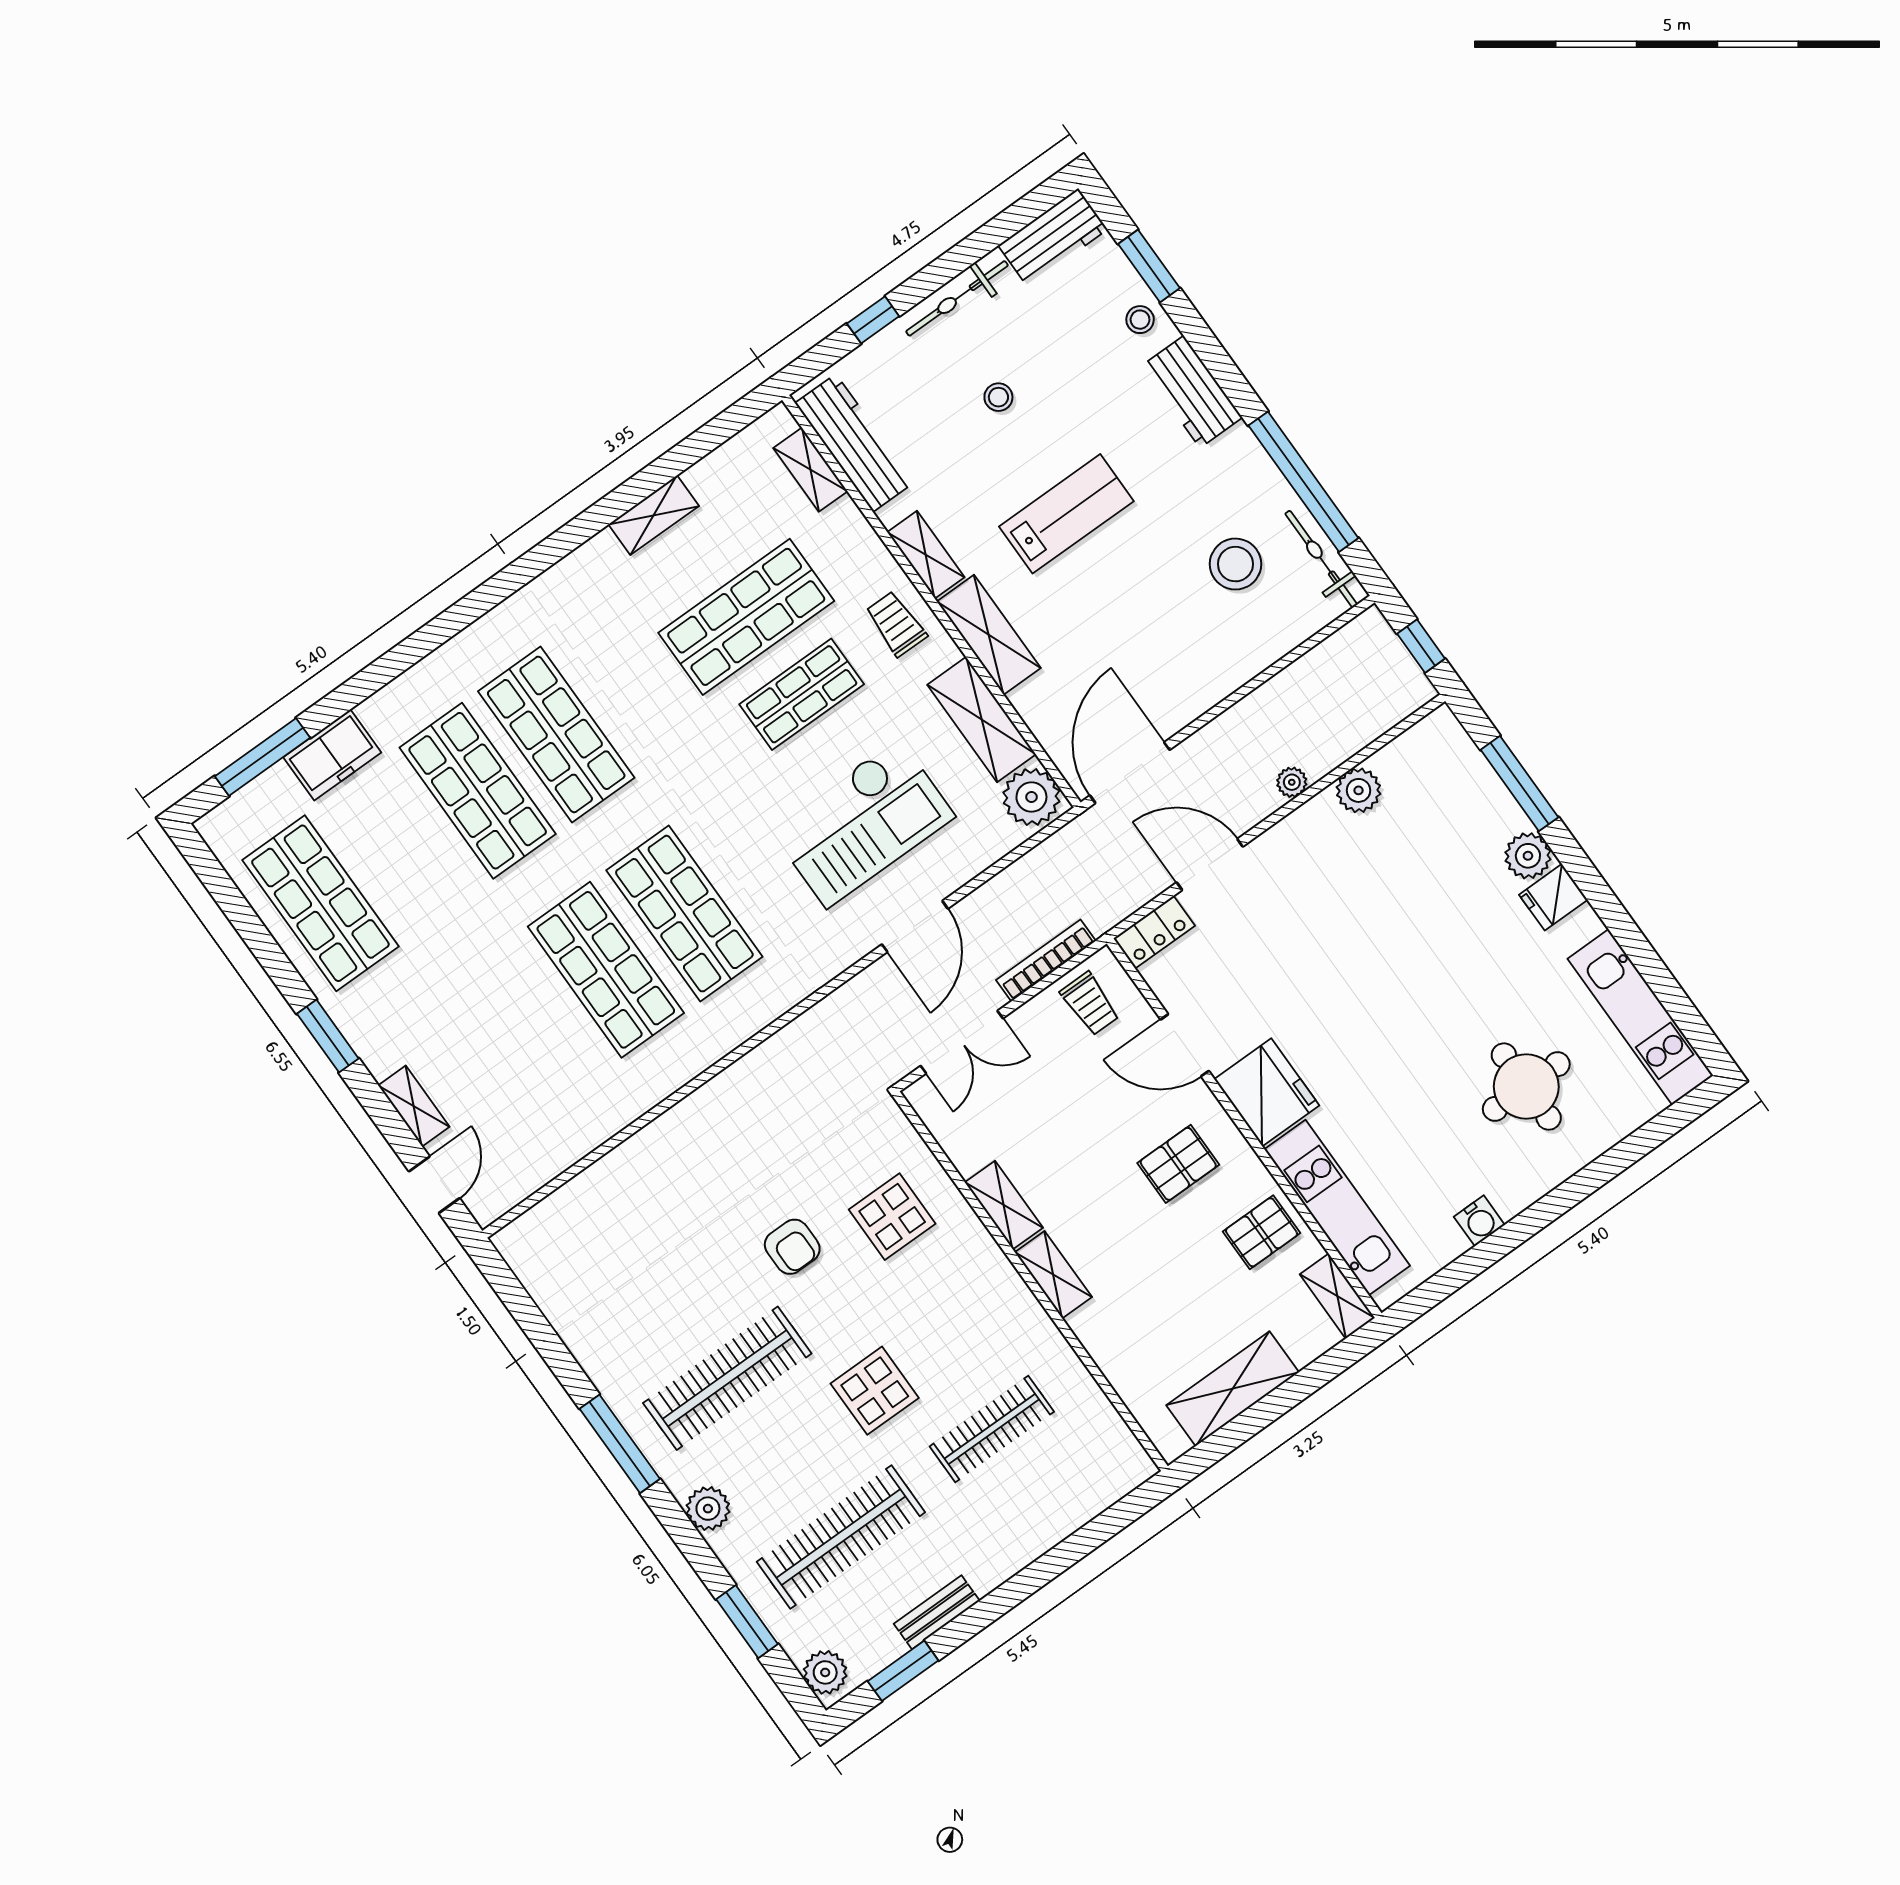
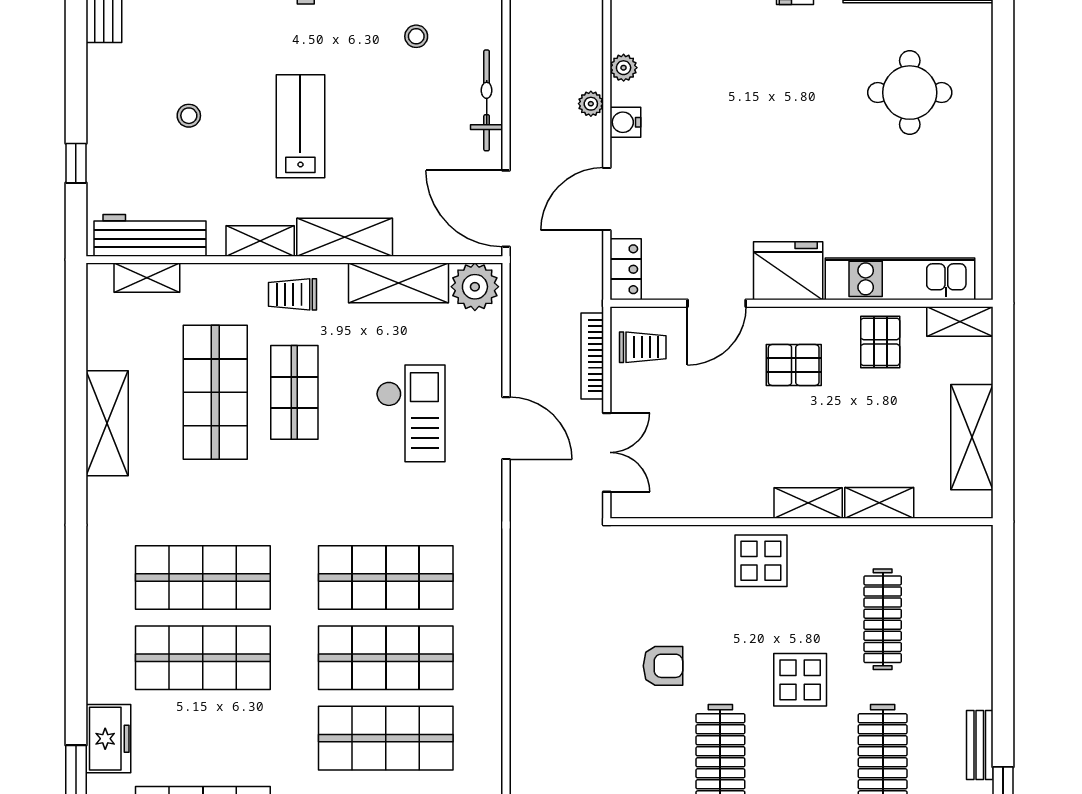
bicycle: (957, 298) -> (487, 100), moved, turned 180
shelving: (654, 515) -> (107, 423), width x1.50, depth x1.33
stool: (1235, 564) -> (416, 36), width x0.53, depth x0.53
plant: (1359, 790) -> (624, 68), width x0.73, depth x0.73
checkout: (863, 823) -> (411, 413), width x0.73, depth x0.83
shop shelf: (527, 1026) -> (386, 738), added
pallet: (1178, 1164) -> (794, 365), turned 90
shelving: (1004, 1205) -> (879, 503), moved
display table: (892, 1217) -> (761, 561), moved
water cooler: (1479, 1221) -> (625, 122), moved, turned 180

